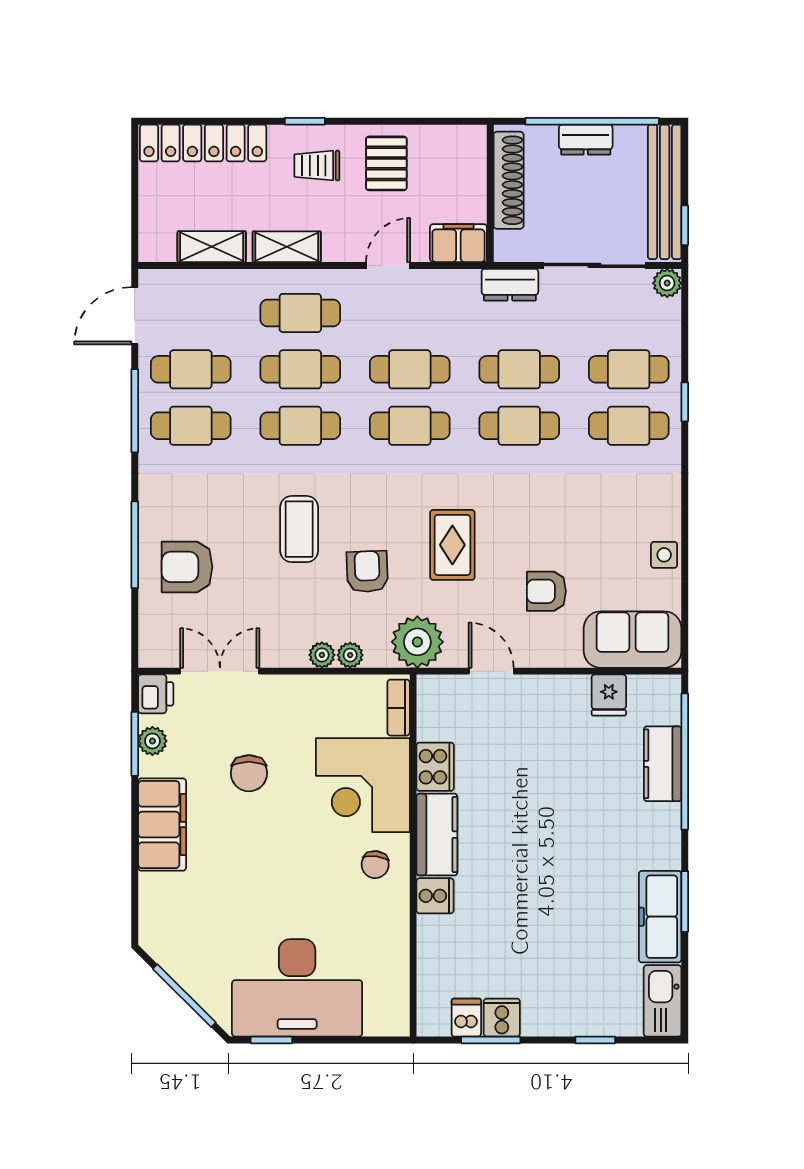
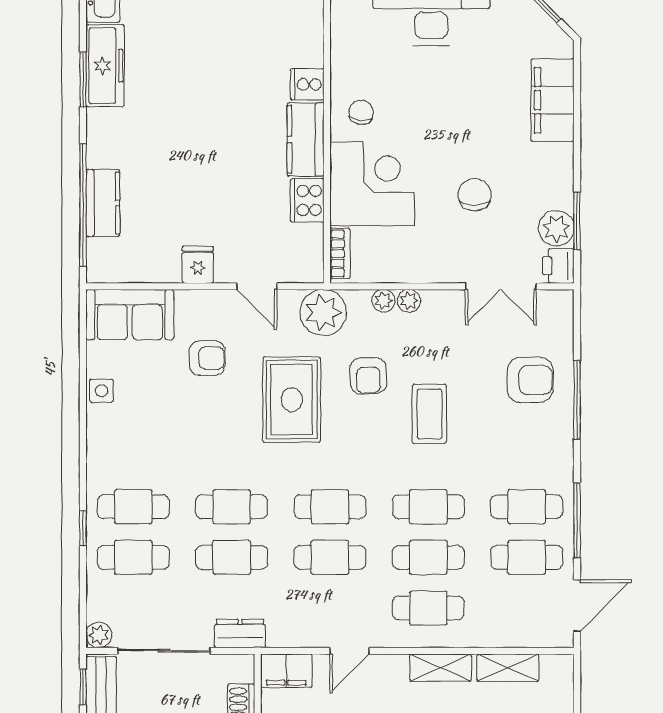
rug: (452, 545) -> (292, 400), width x1.36, depth x1.43
fridge: (609, 695) -> (198, 265), moved
plant: (152, 741) -> (556, 228), width x1.38, depth x1.38
filing cabinet: (162, 825) -> (552, 100), moved

